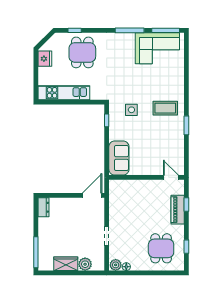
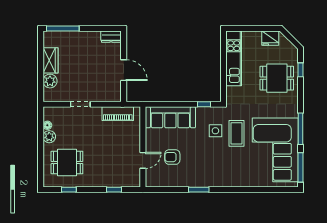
corner sofa: (157, 48) -> (275, 150), width x1.36, depth x1.36
coffee table: (165, 108) -> (237, 133), moved
armchair: (156, 150) -> (172, 157), added
sofa: (119, 158) -> (170, 117), width x1.36
door: (171, 177) -> (143, 160), moved
door: (92, 195) -> (124, 70), moved
piano: (178, 210) -> (118, 114), moved, turned 180
plant: (116, 265) -> (49, 137), moved

